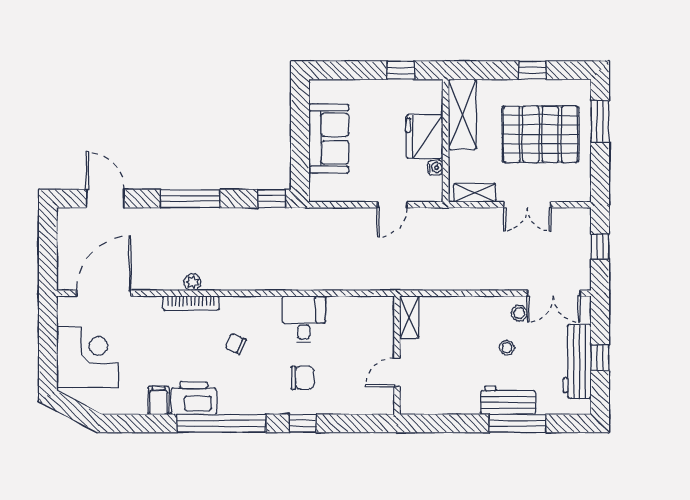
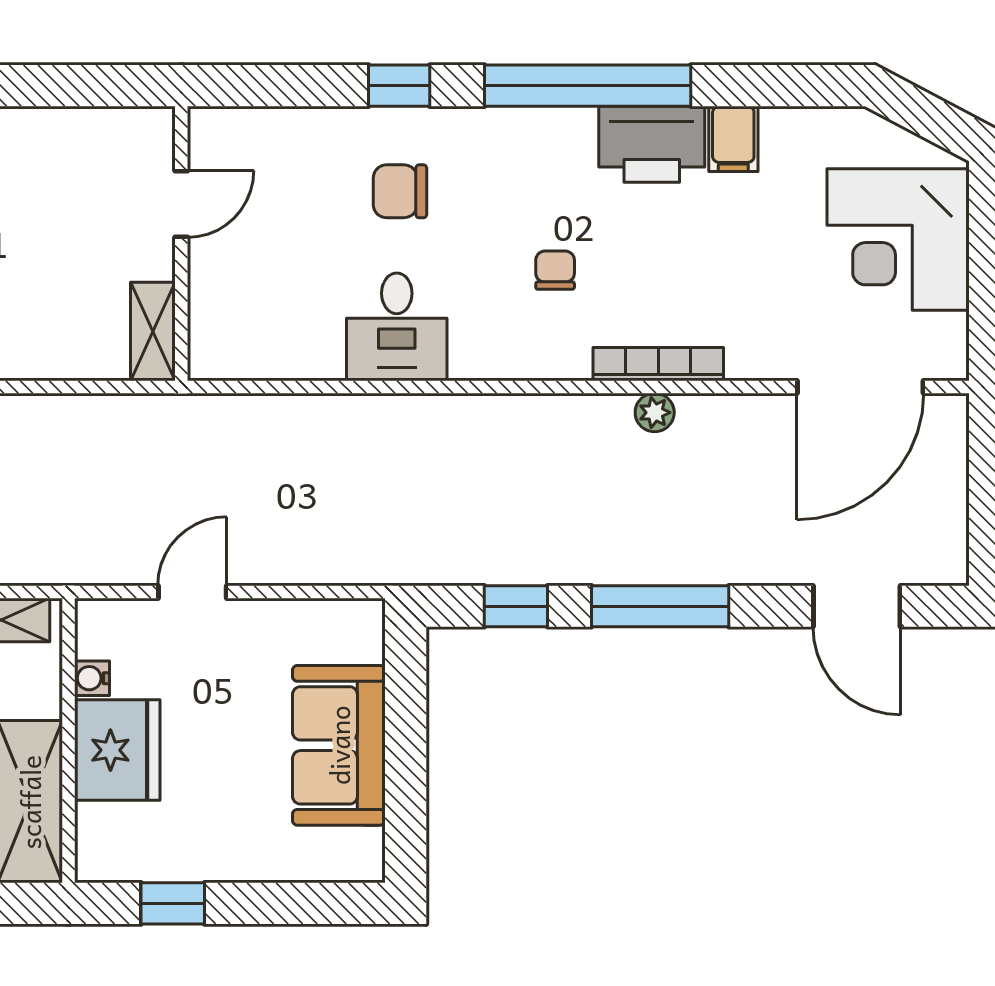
window: (272, 199) -> (516, 606), moved
chair: (236, 344) -> (555, 270), turned -114

